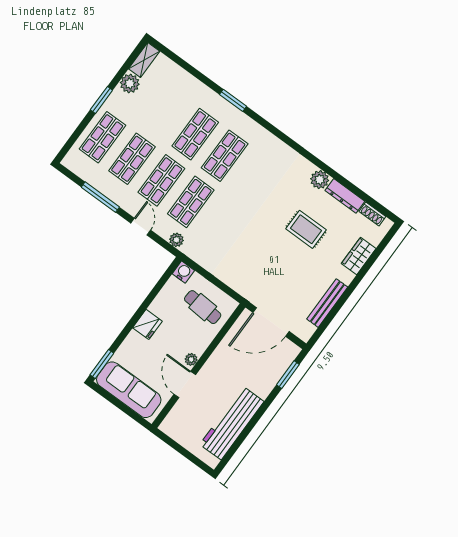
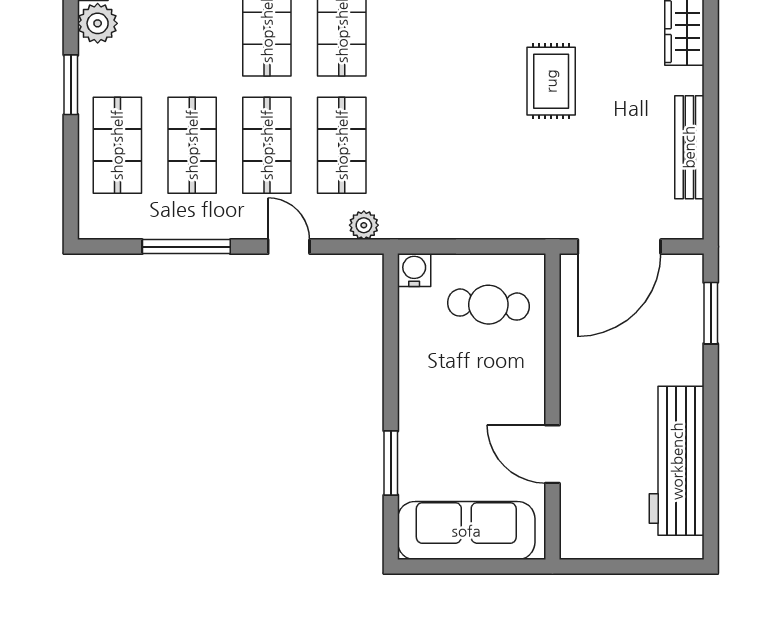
rug: (306, 229) -> (551, 81), moved, turned 90
fridge: (147, 324) -> (418, 400), removed
plant: (191, 359) -> (533, 405), removed
window: (102, 364) -> (391, 463), moved

